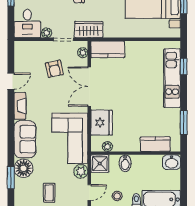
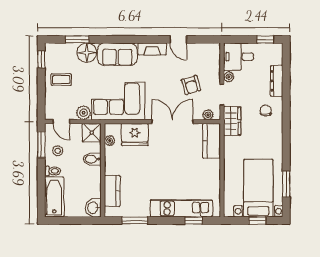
armchair: (54, 69) -> (191, 85), turned -95

